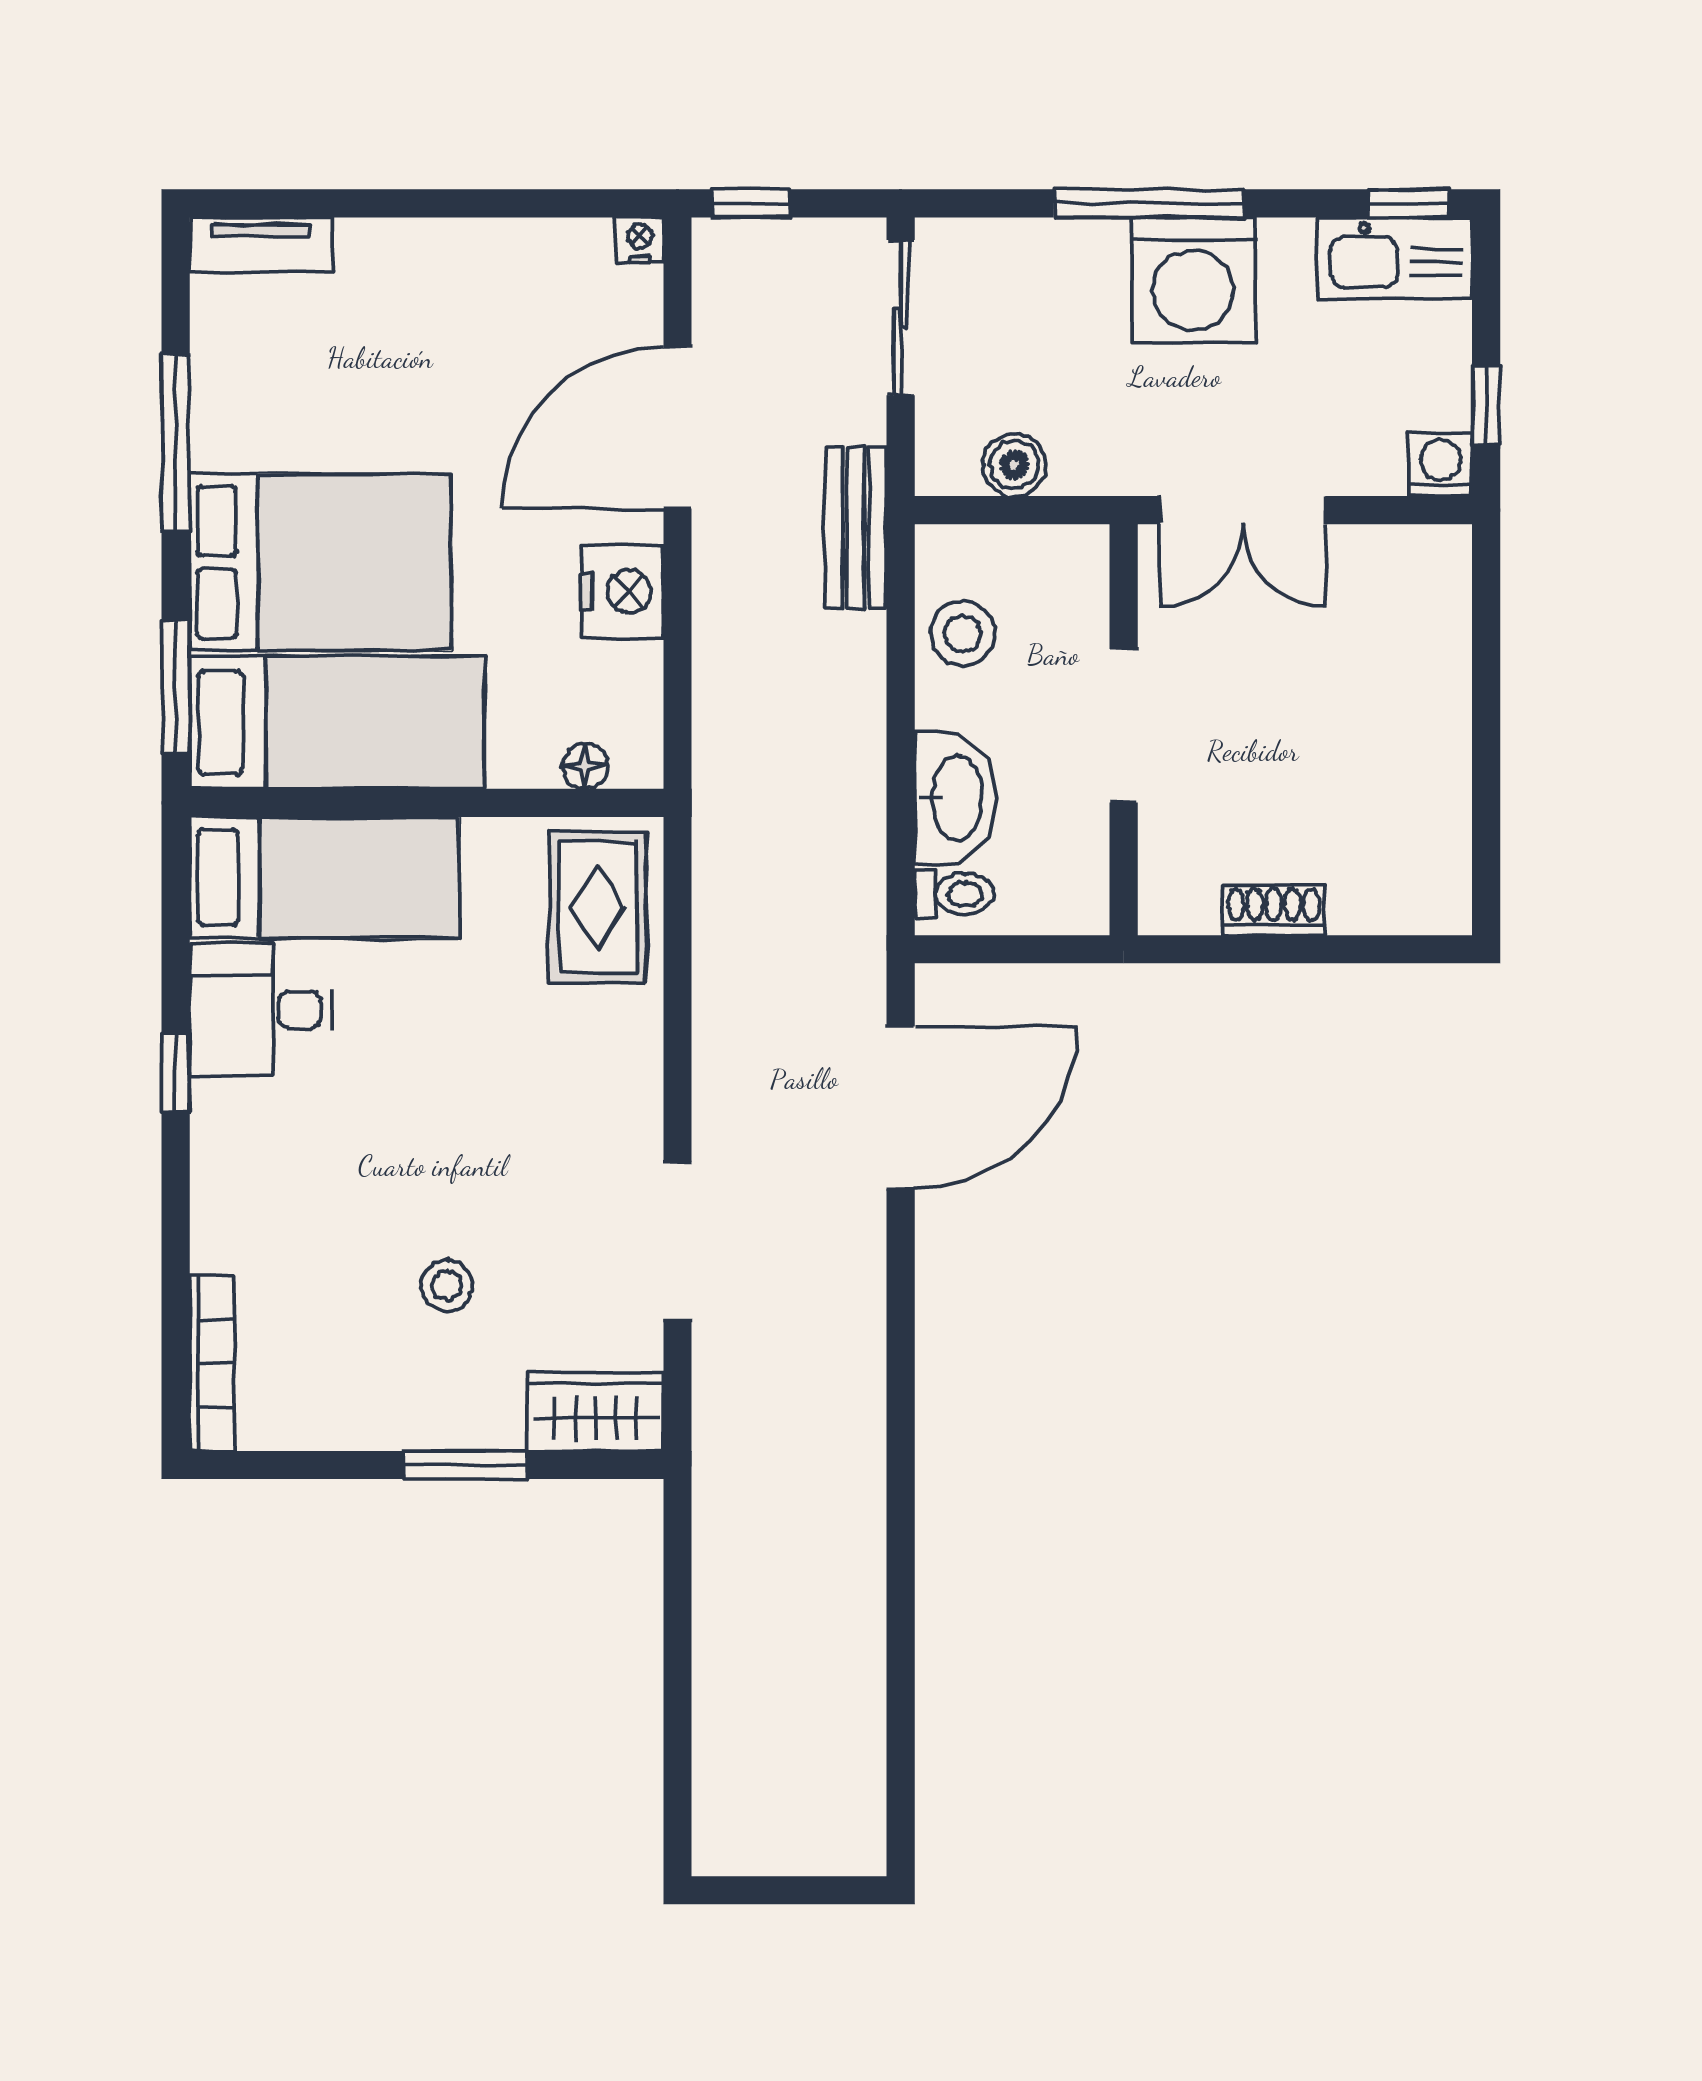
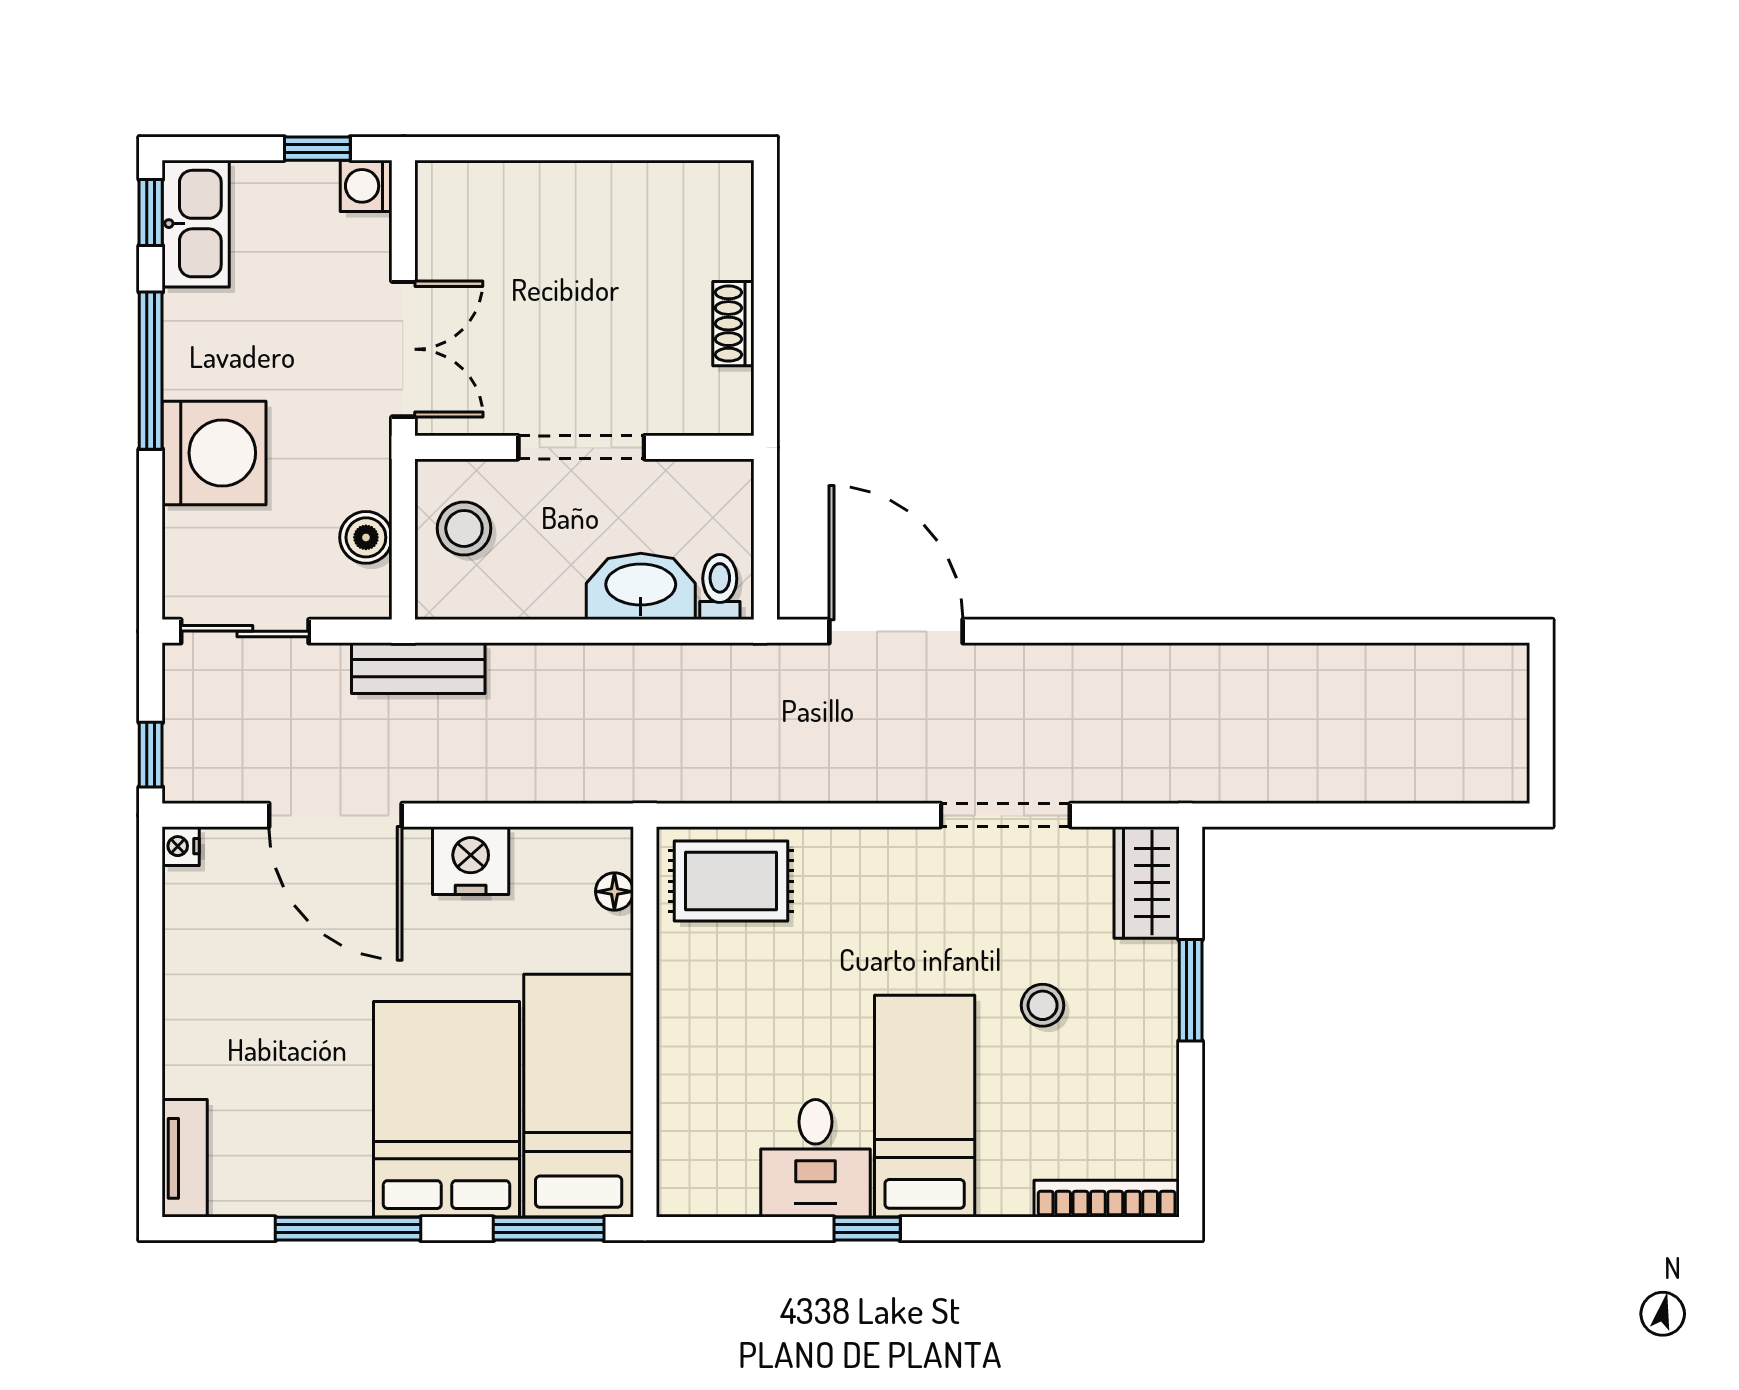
window: (1149, 203) -> (151, 371), moved
washing machine: (1193, 280) -> (214, 453), moved
stool: (963, 633) -> (464, 528), moved
bed: (324, 877) -> (925, 1106), moved

